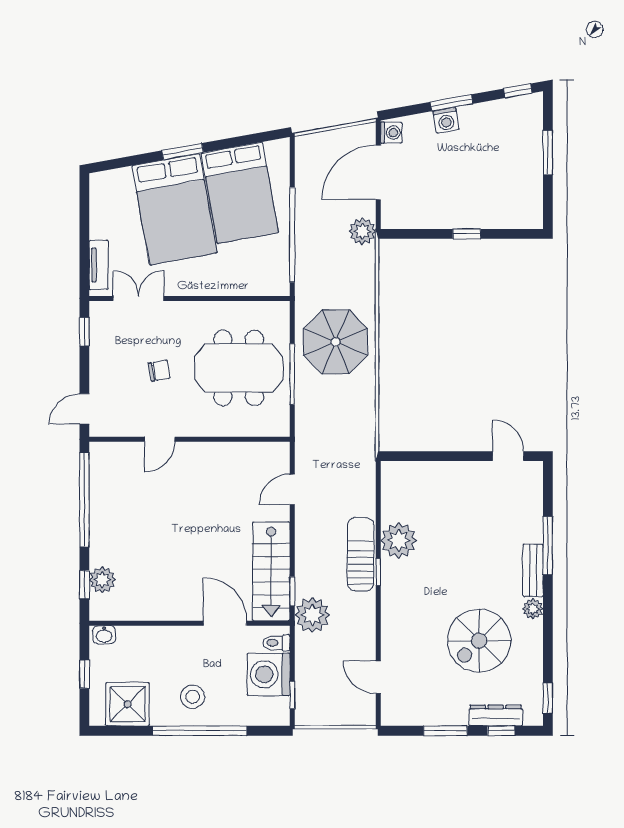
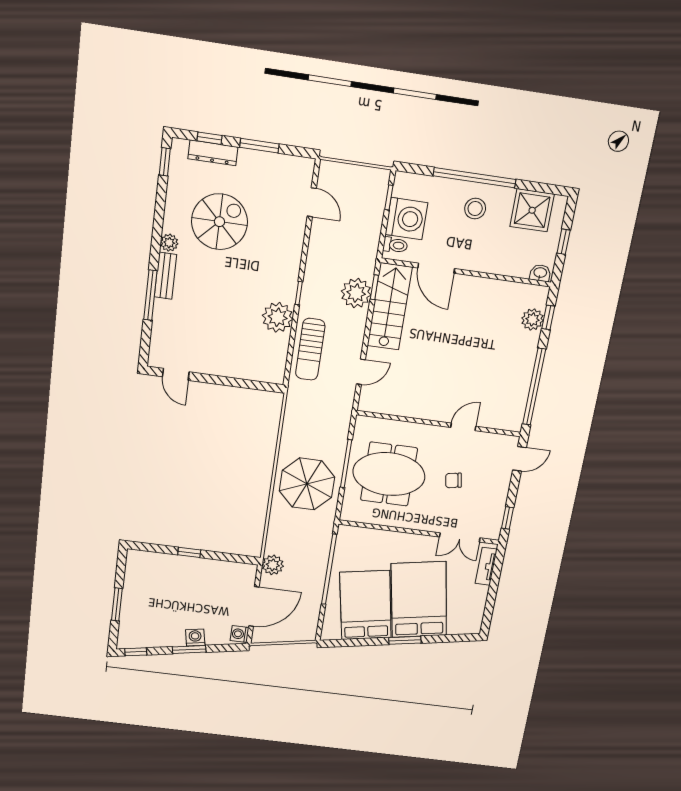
sun lounger: (361, 554) -> (310, 349), moved
plant: (312, 615) -> (356, 293), moved

